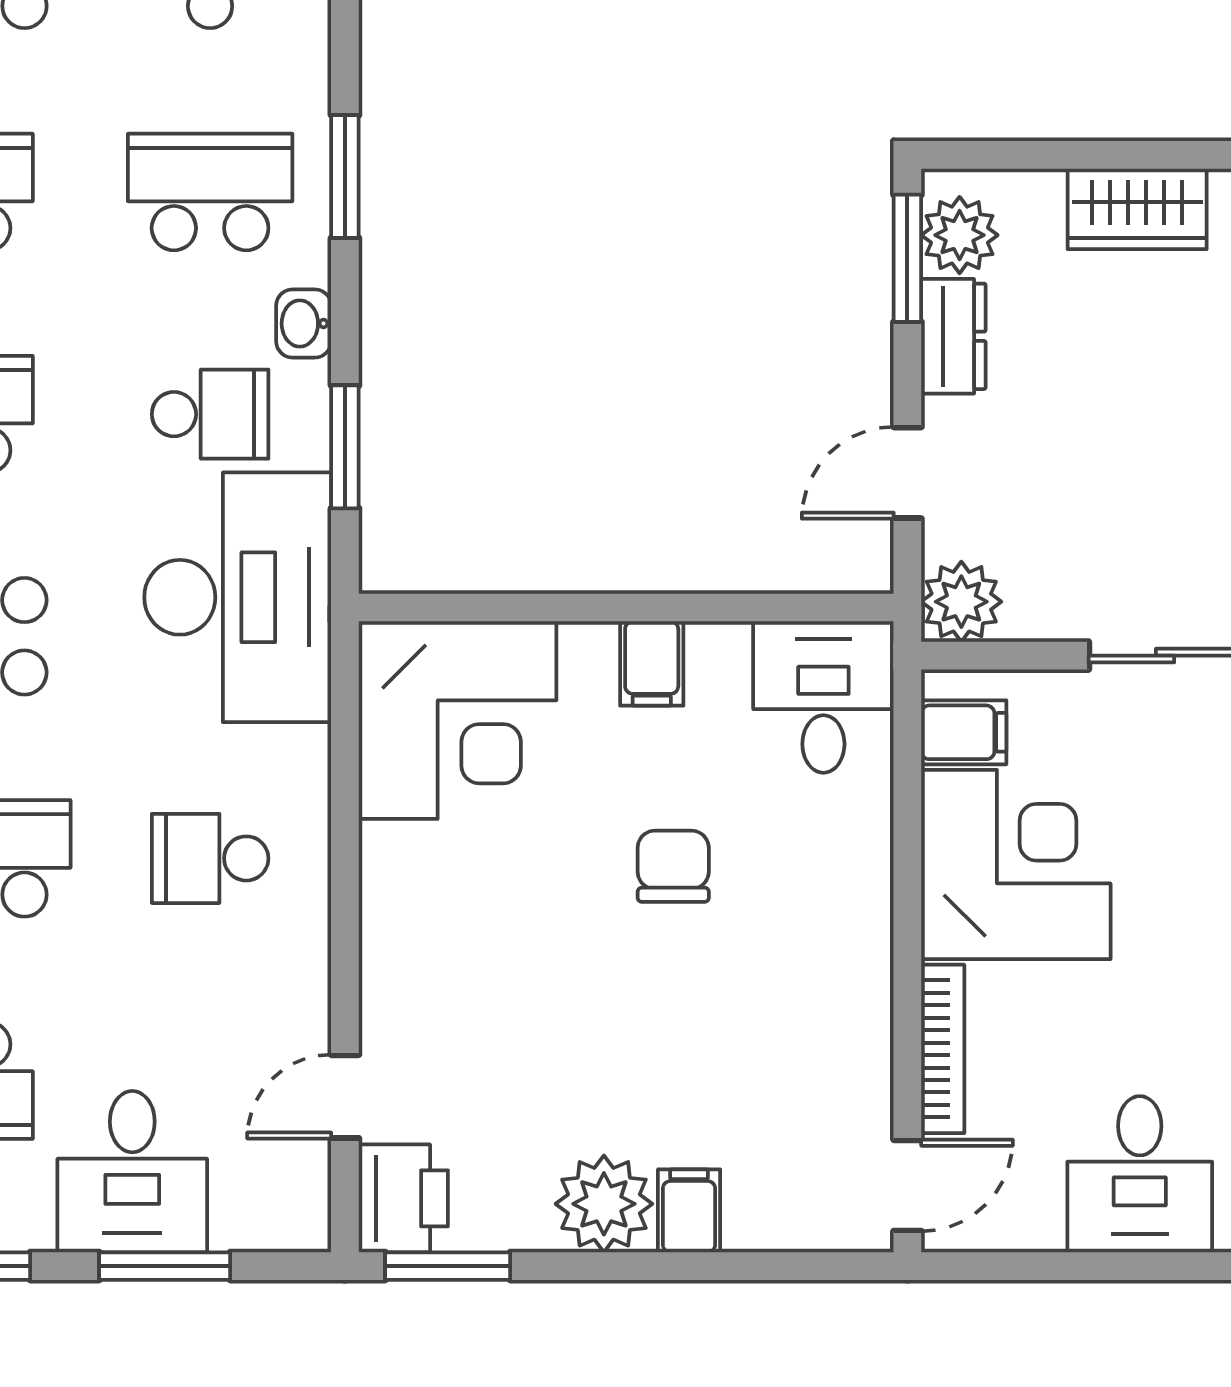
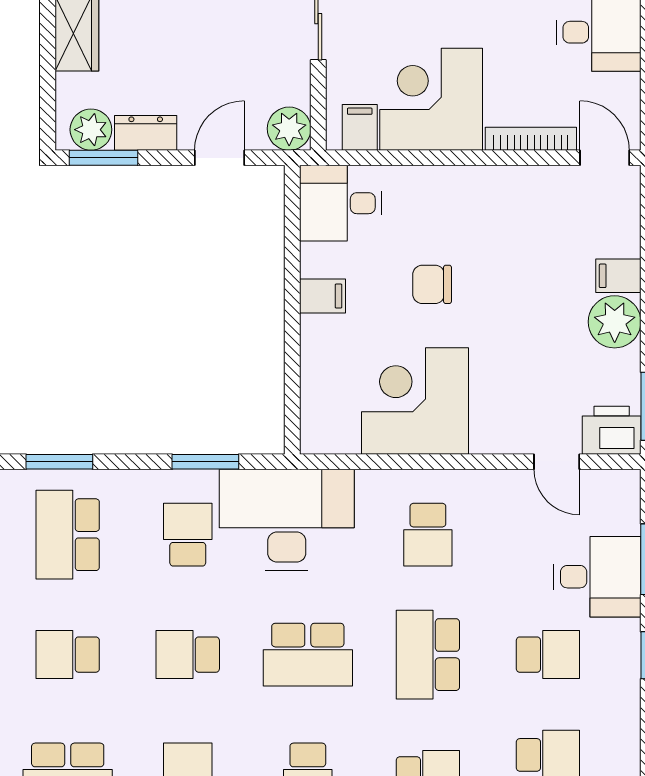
washbasin: (304, 323) -> (139, 484), removed
door: (907, 473) -> (219, 158), swing flipped
corner desk: (458, 720) -> (415, 401), moved, turned -90

